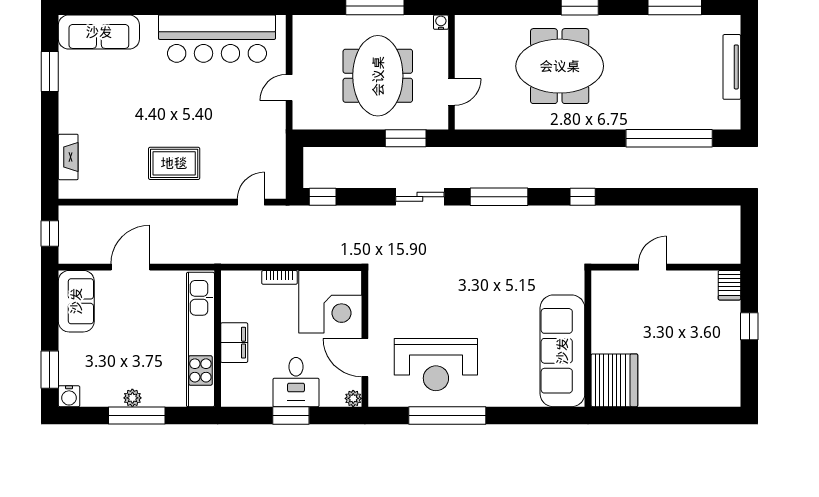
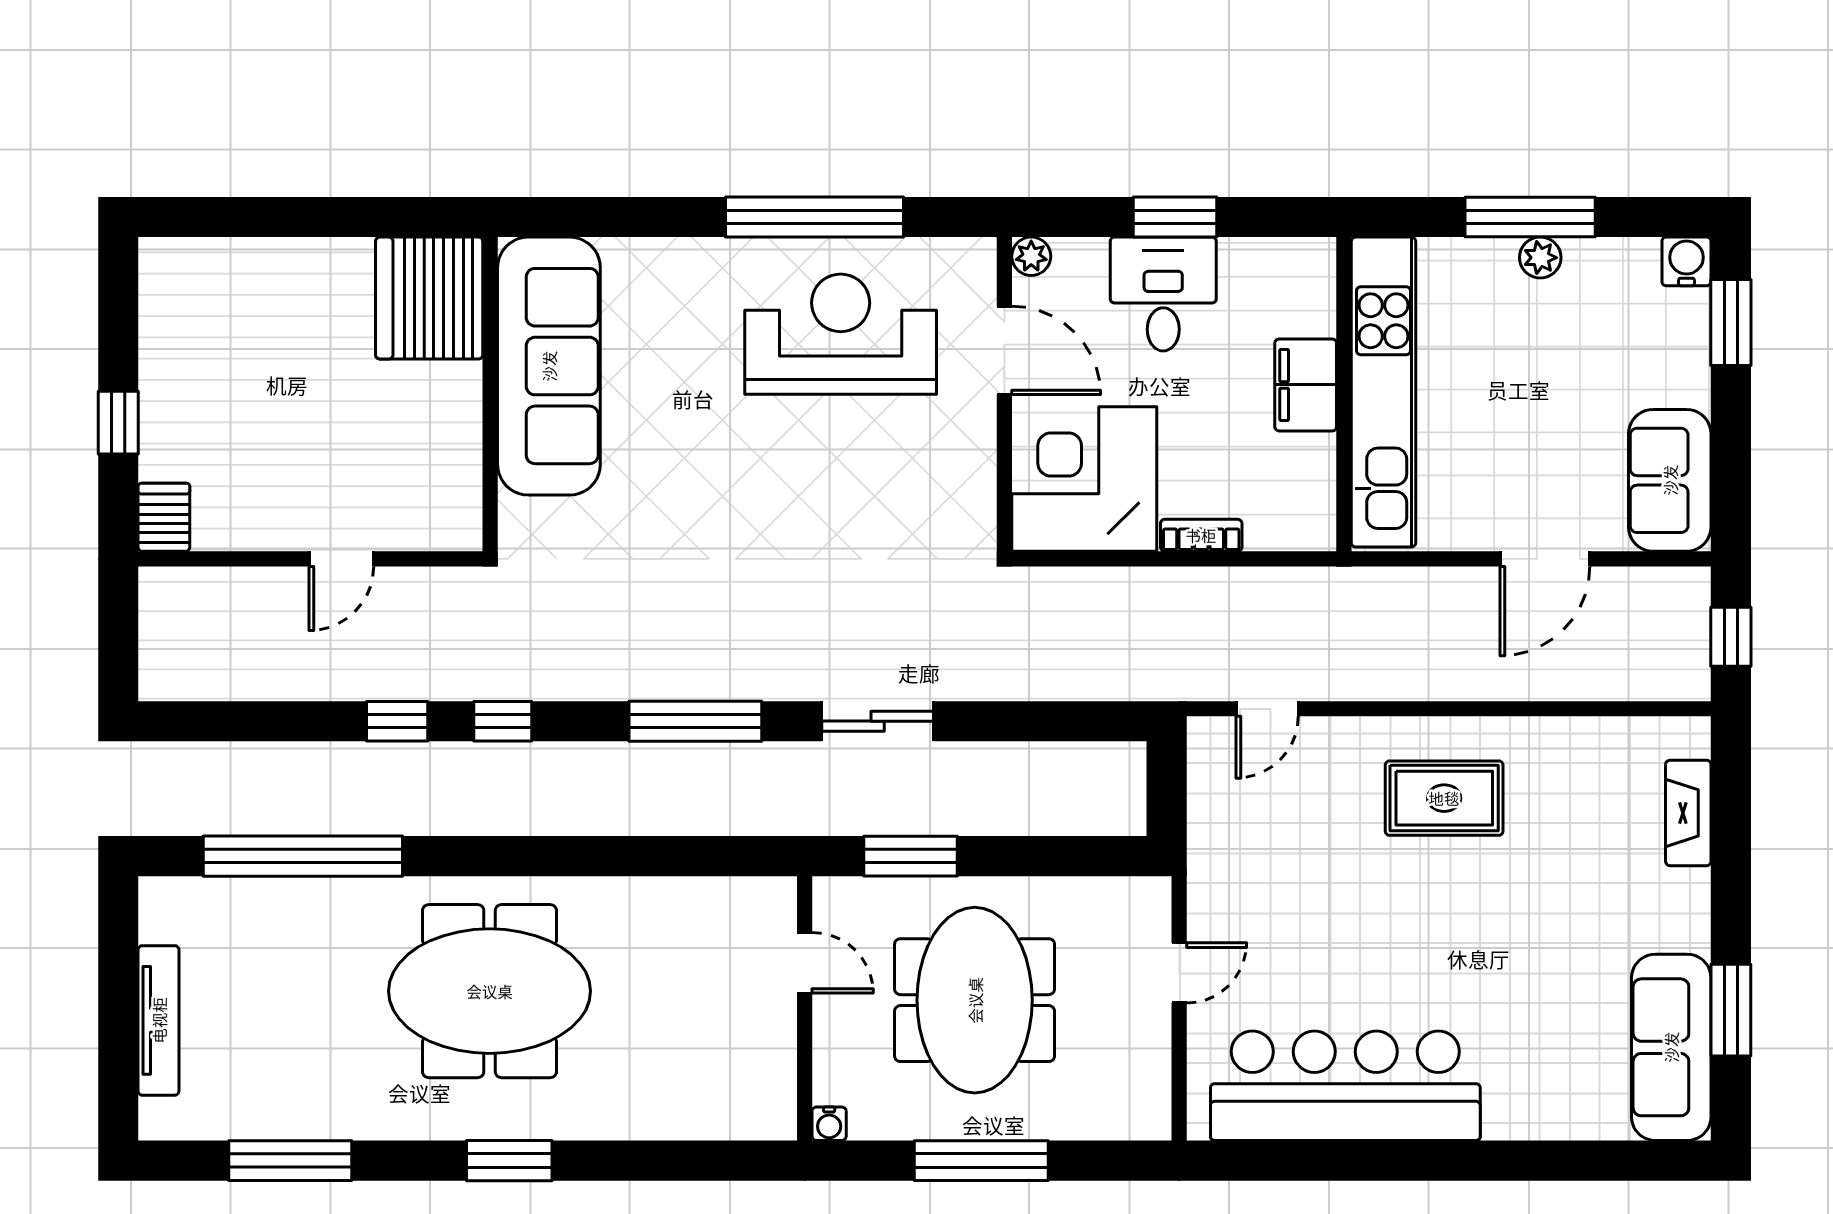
sofa: (99, 32) -> (1671, 1047), moved, turned -90
meeting table: (560, 66) -> (490, 991), moved
door: (452, 92) -> (805, 963), swing flipped
window: (323, 197) -> (397, 721), moved

